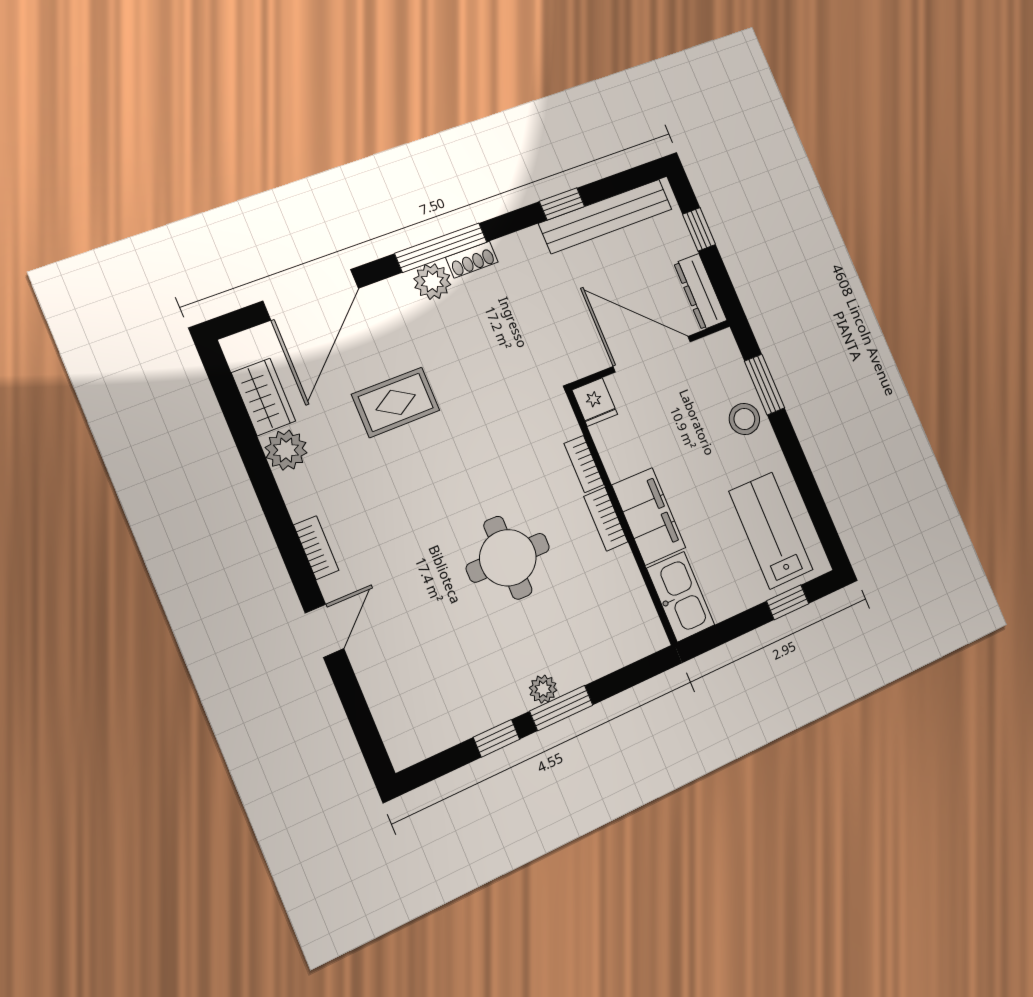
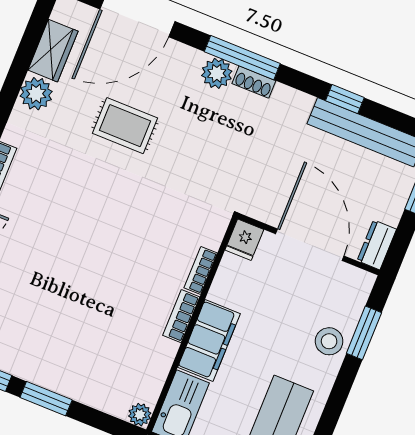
dresser: (700, 292) -> (377, 245), width x0.70
round table: (508, 558) -> (101, 281), removed
plant: (543, 689) -> (140, 415), moved

